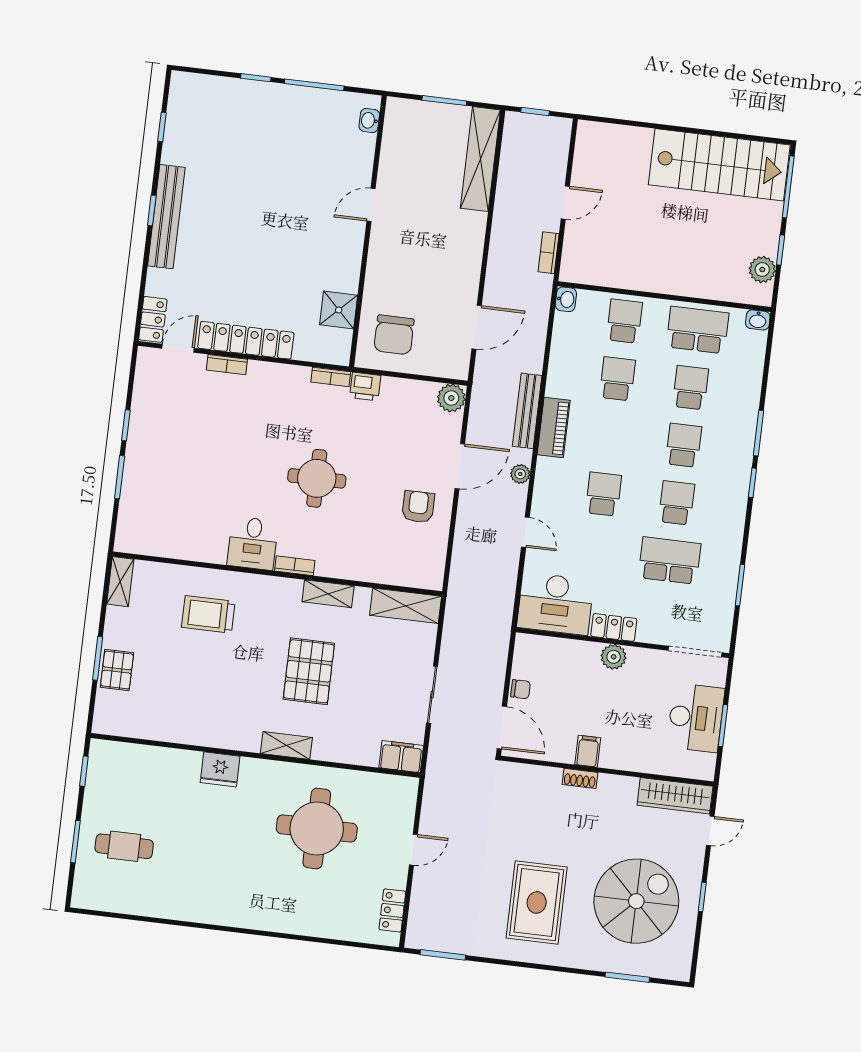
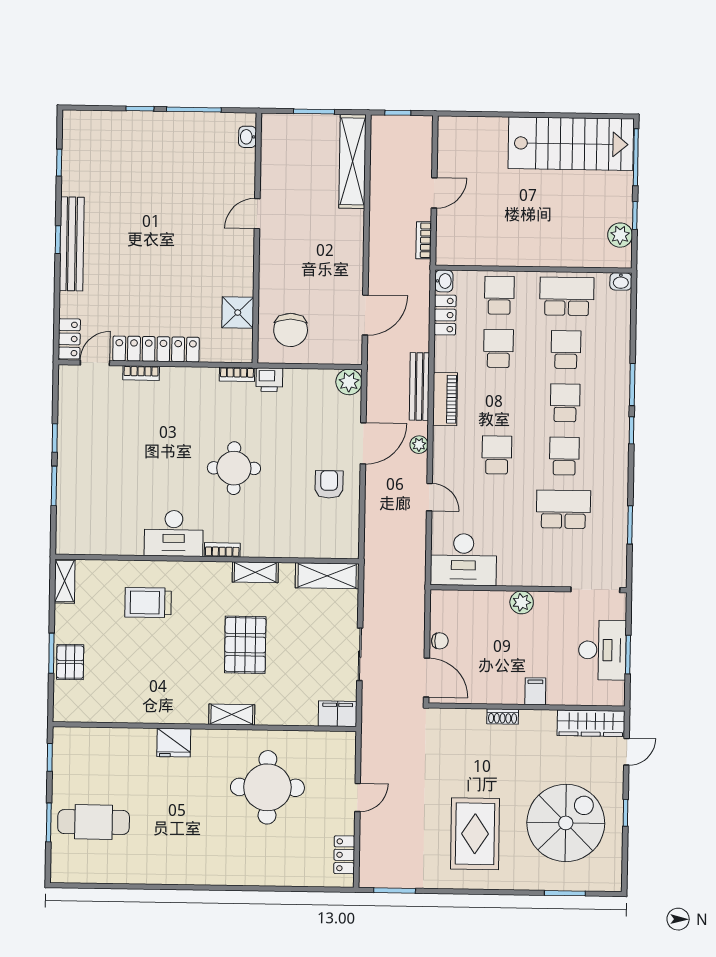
desk: (253, 543) -> (174, 533), width x1.37
locker: (614, 627) -> (445, 315), moved, turned 90
filing cabinet: (588, 751) -> (535, 691), moved
cafe table: (124, 846) -> (94, 822), width x1.37, depth x1.35

